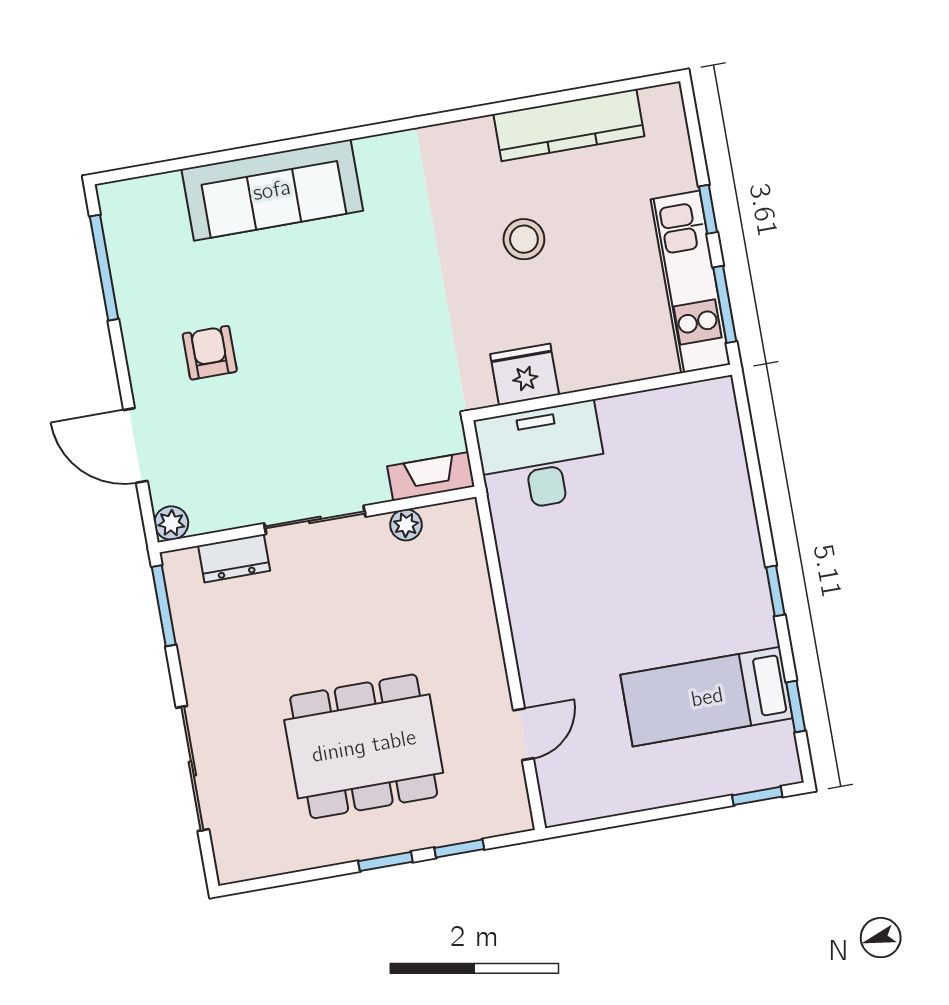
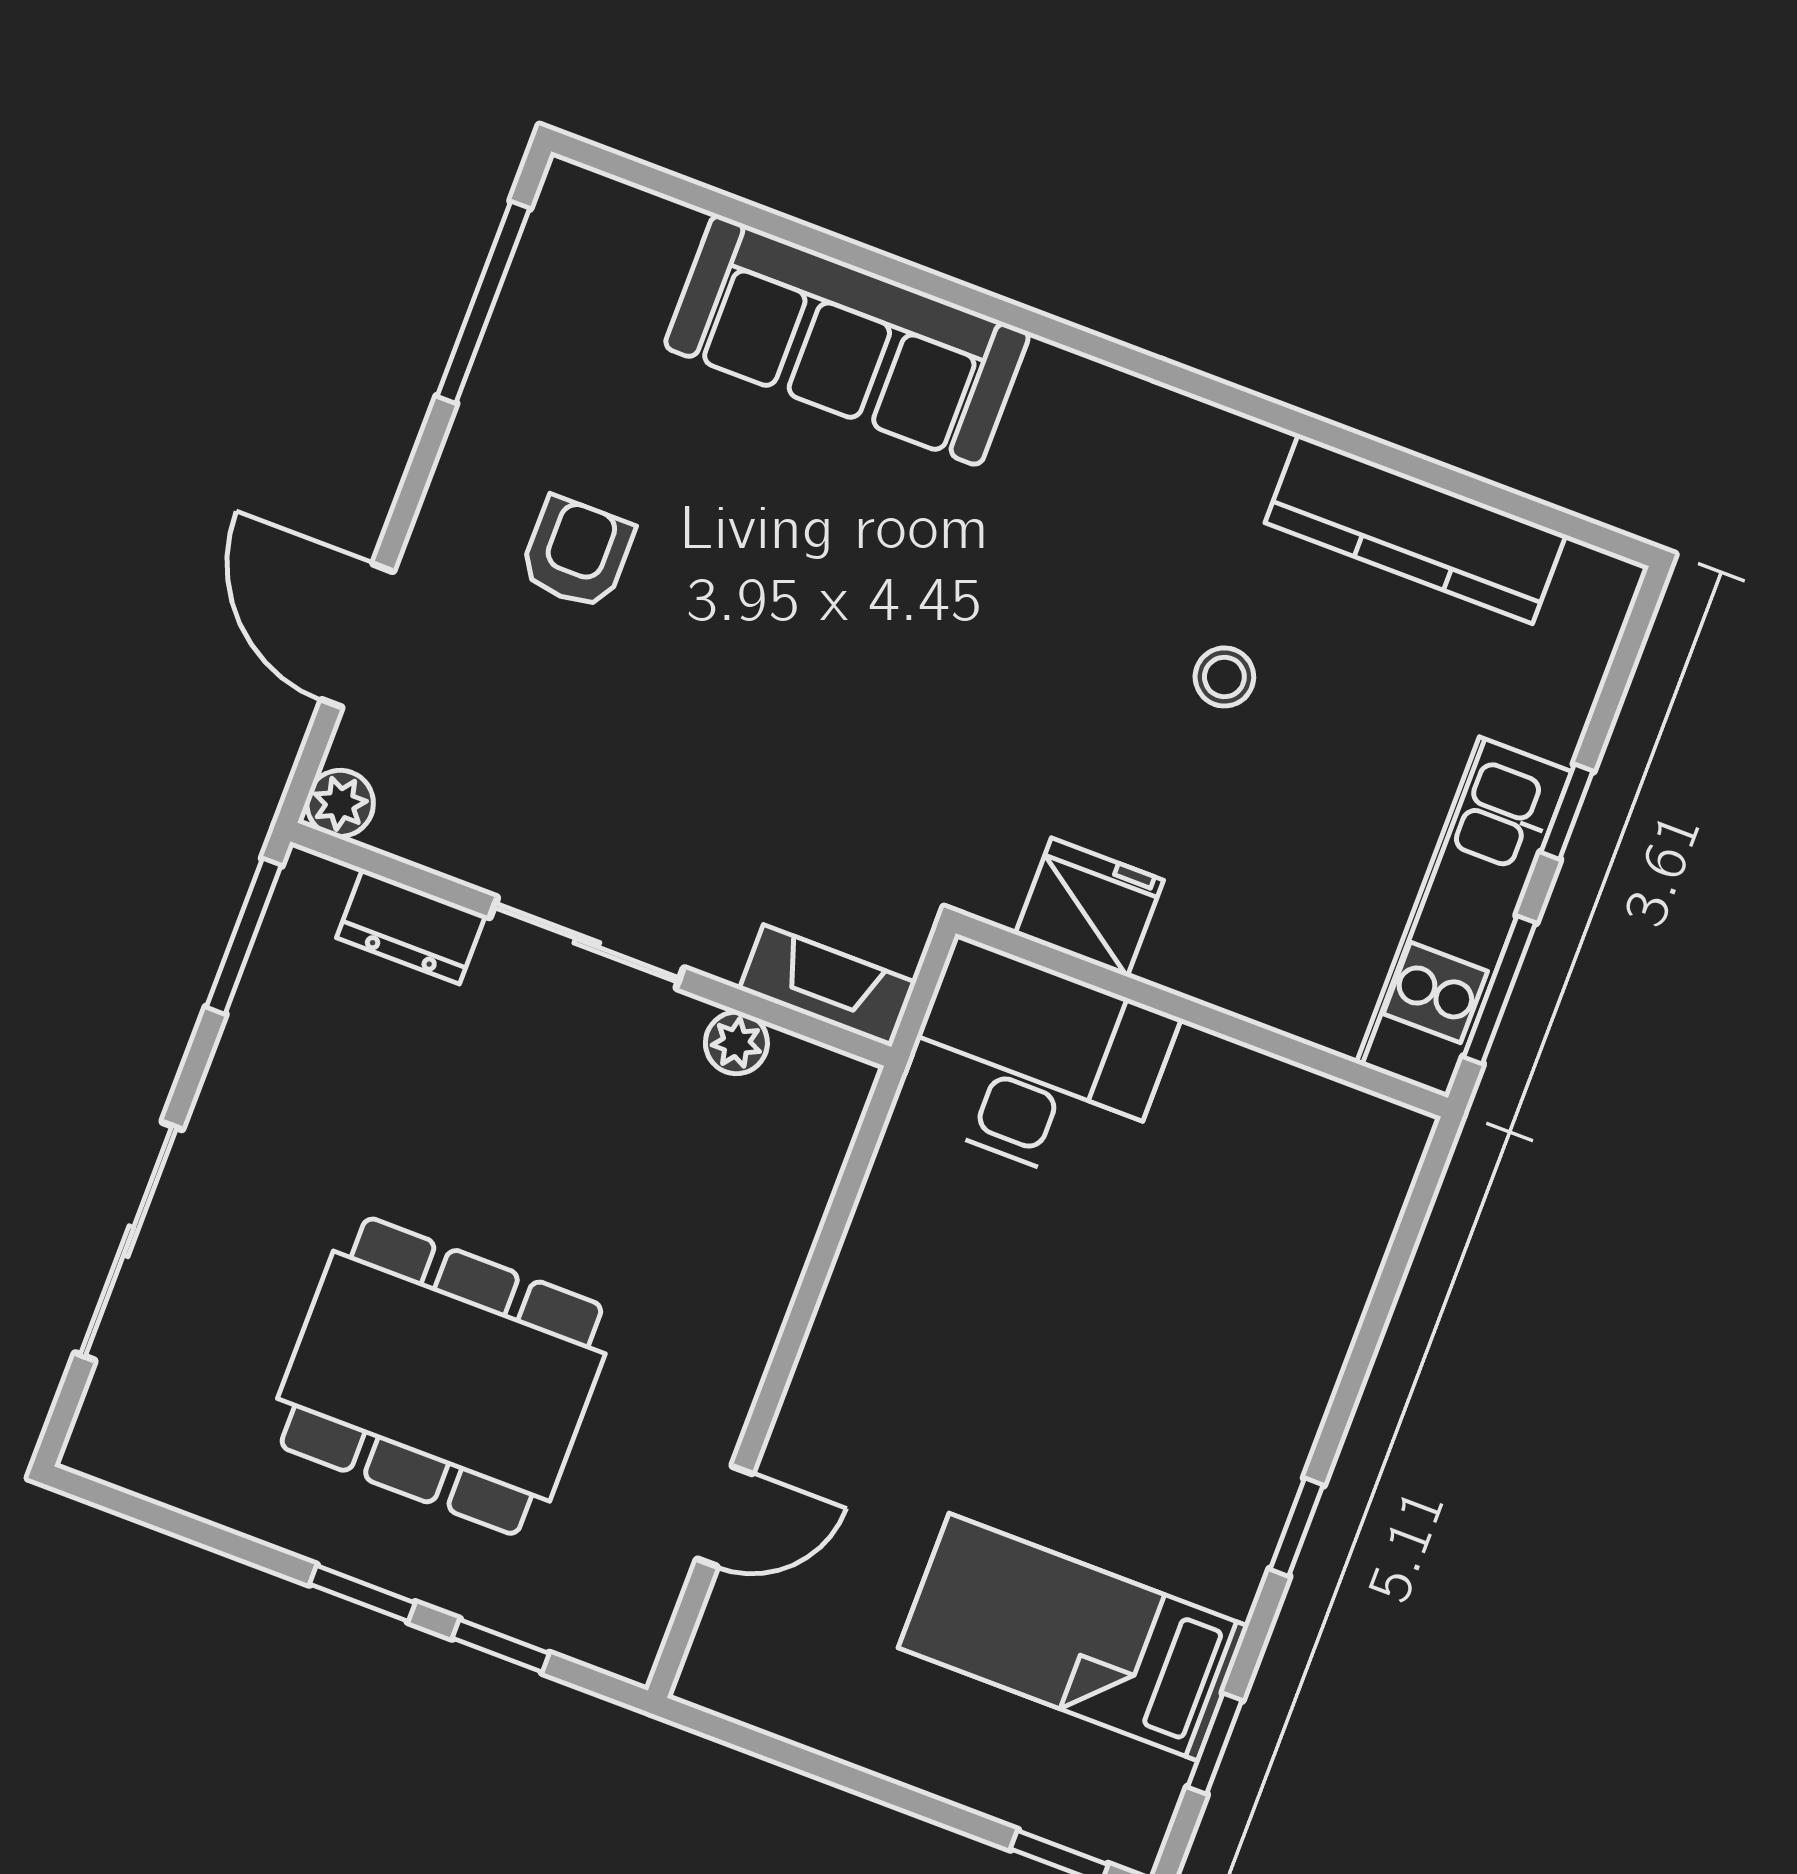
stool: (524, 239) -> (1224, 677), width x0.73, depth x0.73

